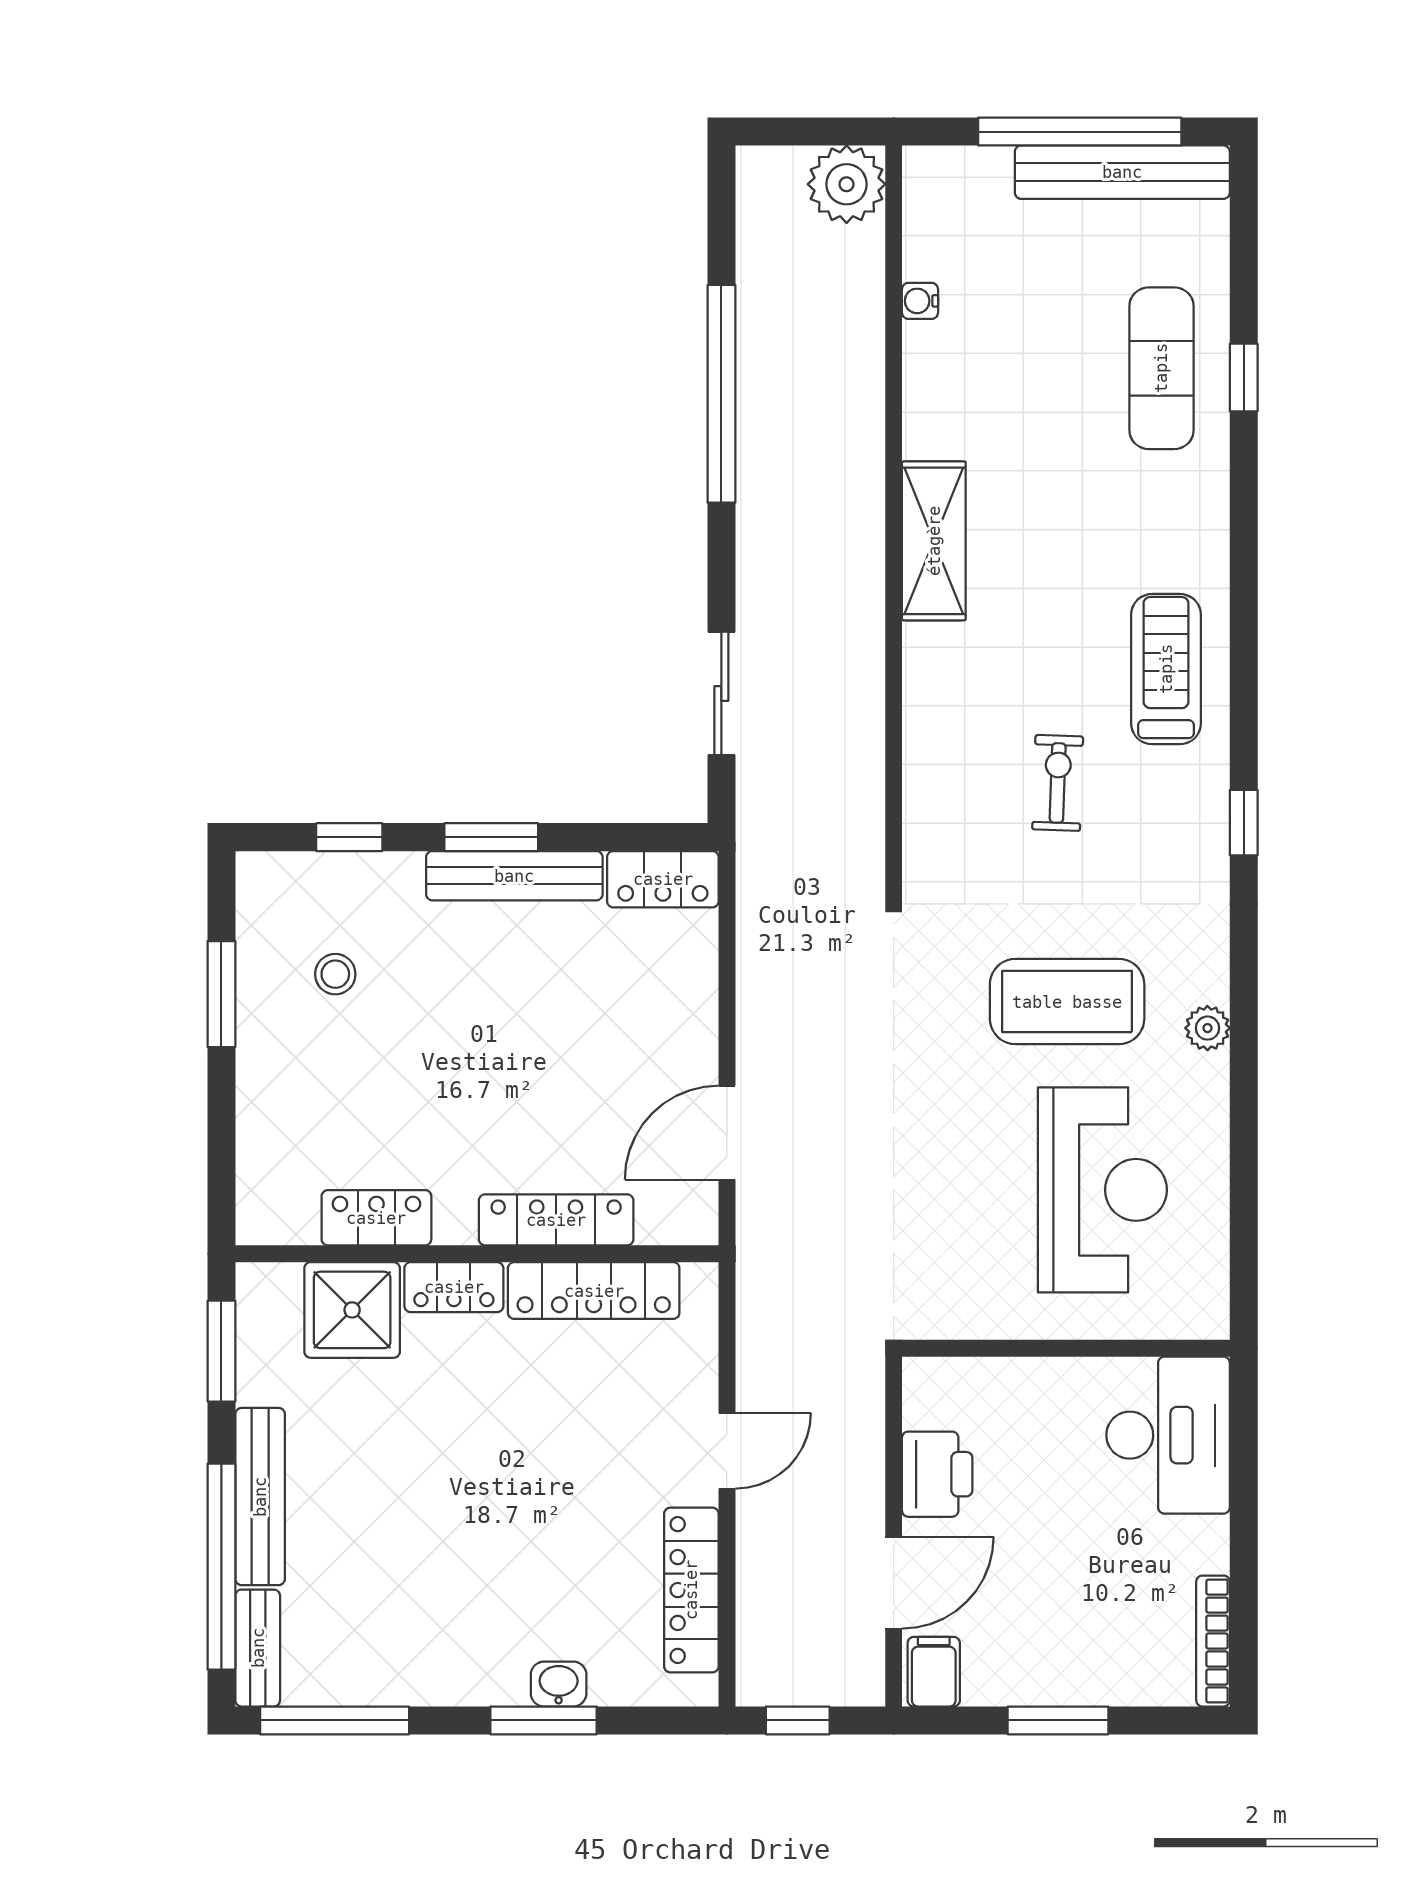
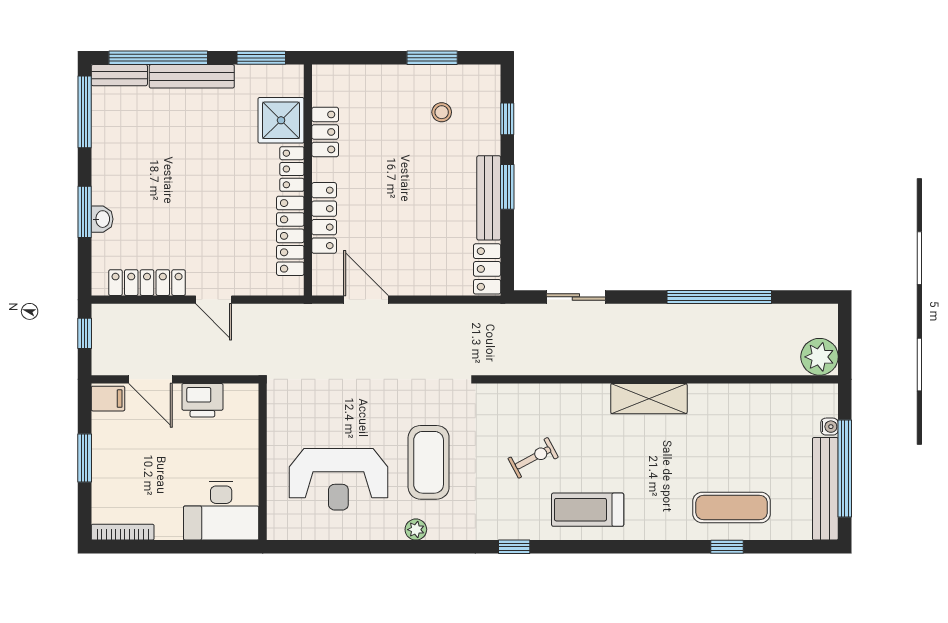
water cooler: (920, 301) -> (829, 427), moved, turned 90
treadmill: (1166, 669) -> (588, 510), turned 180
exercise bike: (1058, 783) -> (533, 458), turned -30

